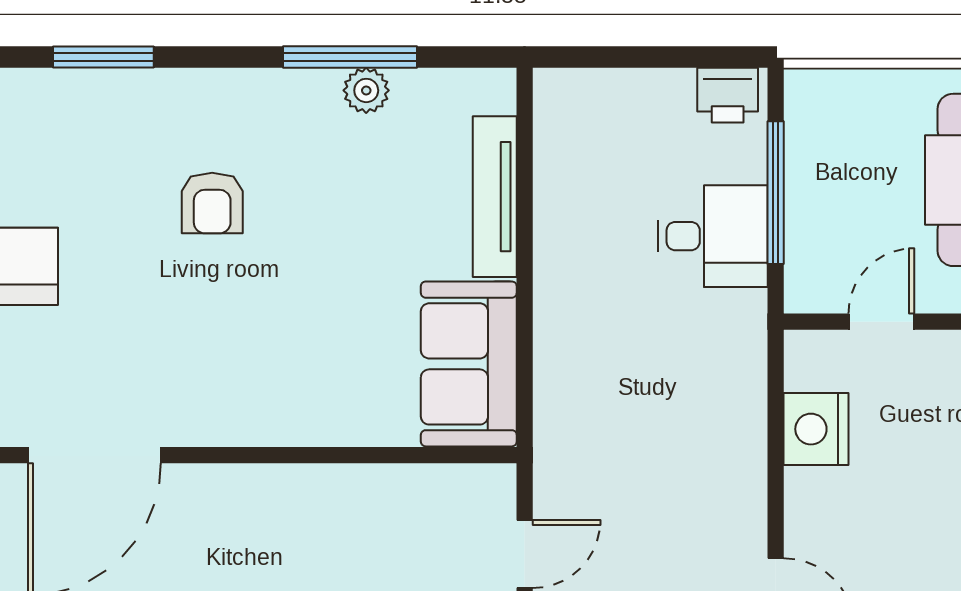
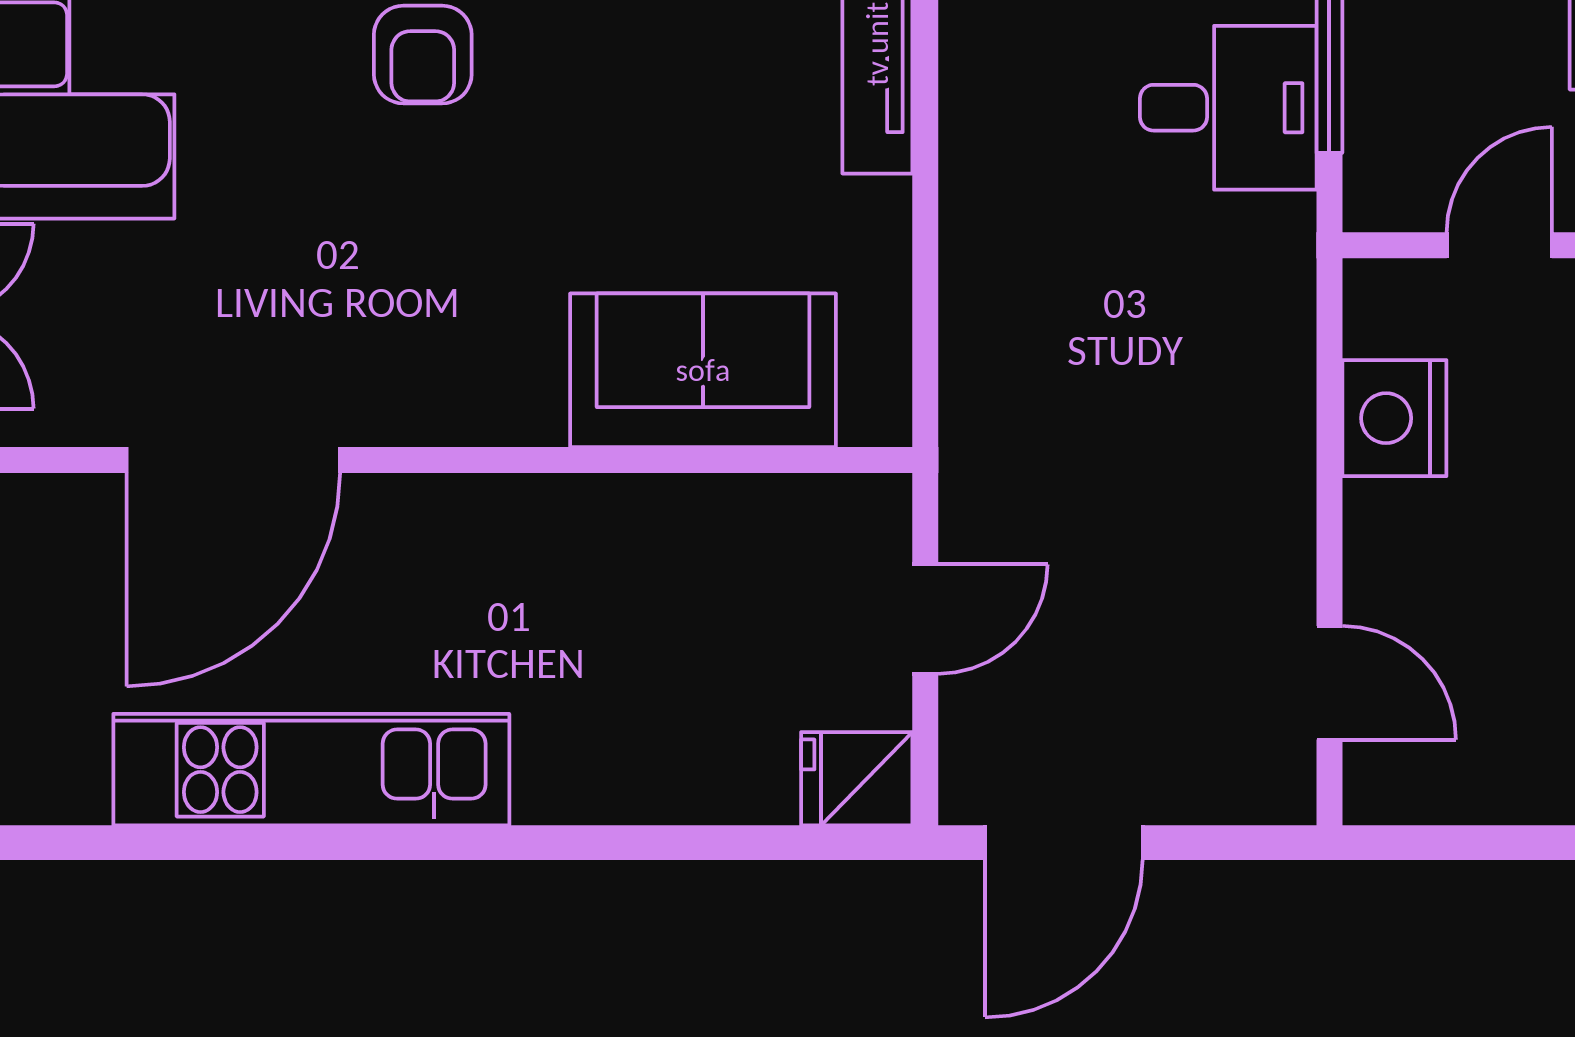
sofa: (469, 364) -> (703, 370), moved, turned 90

